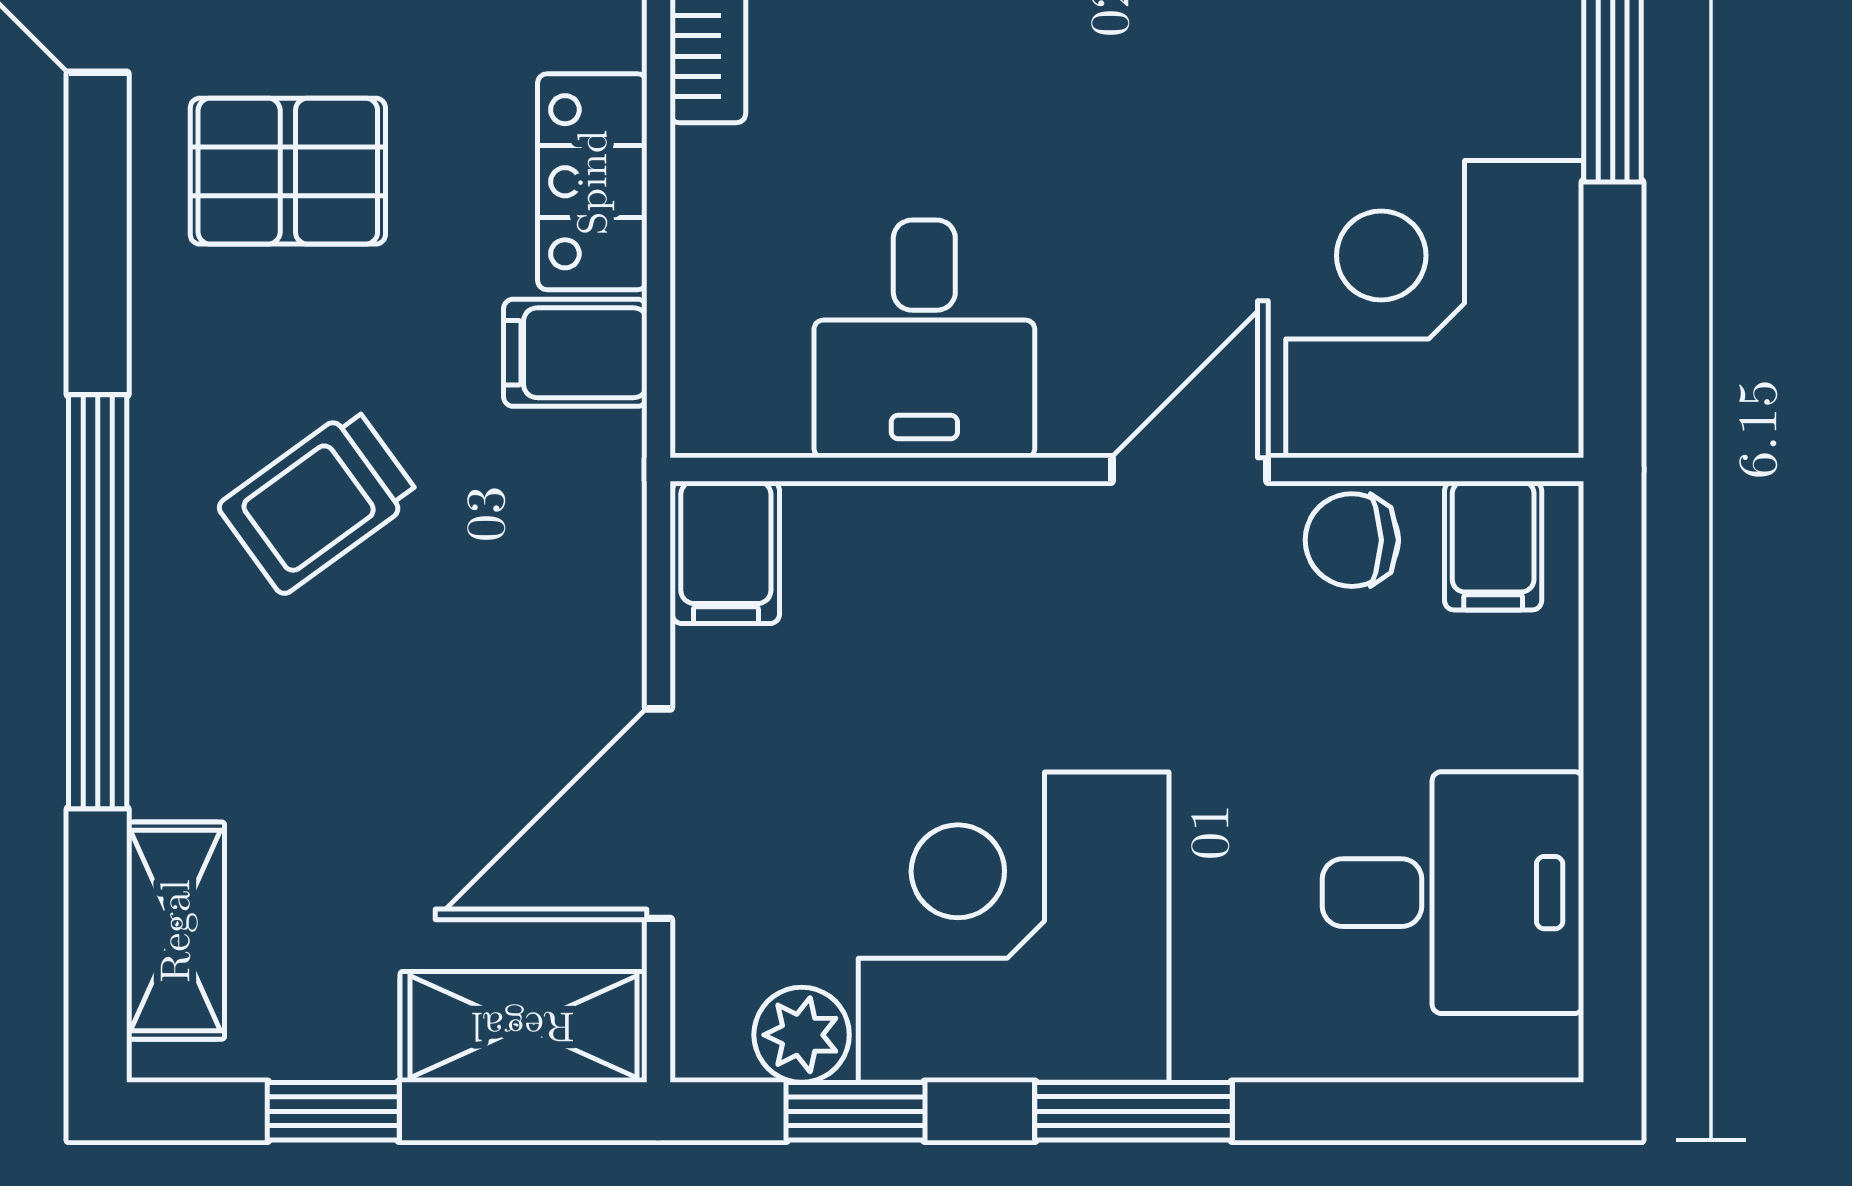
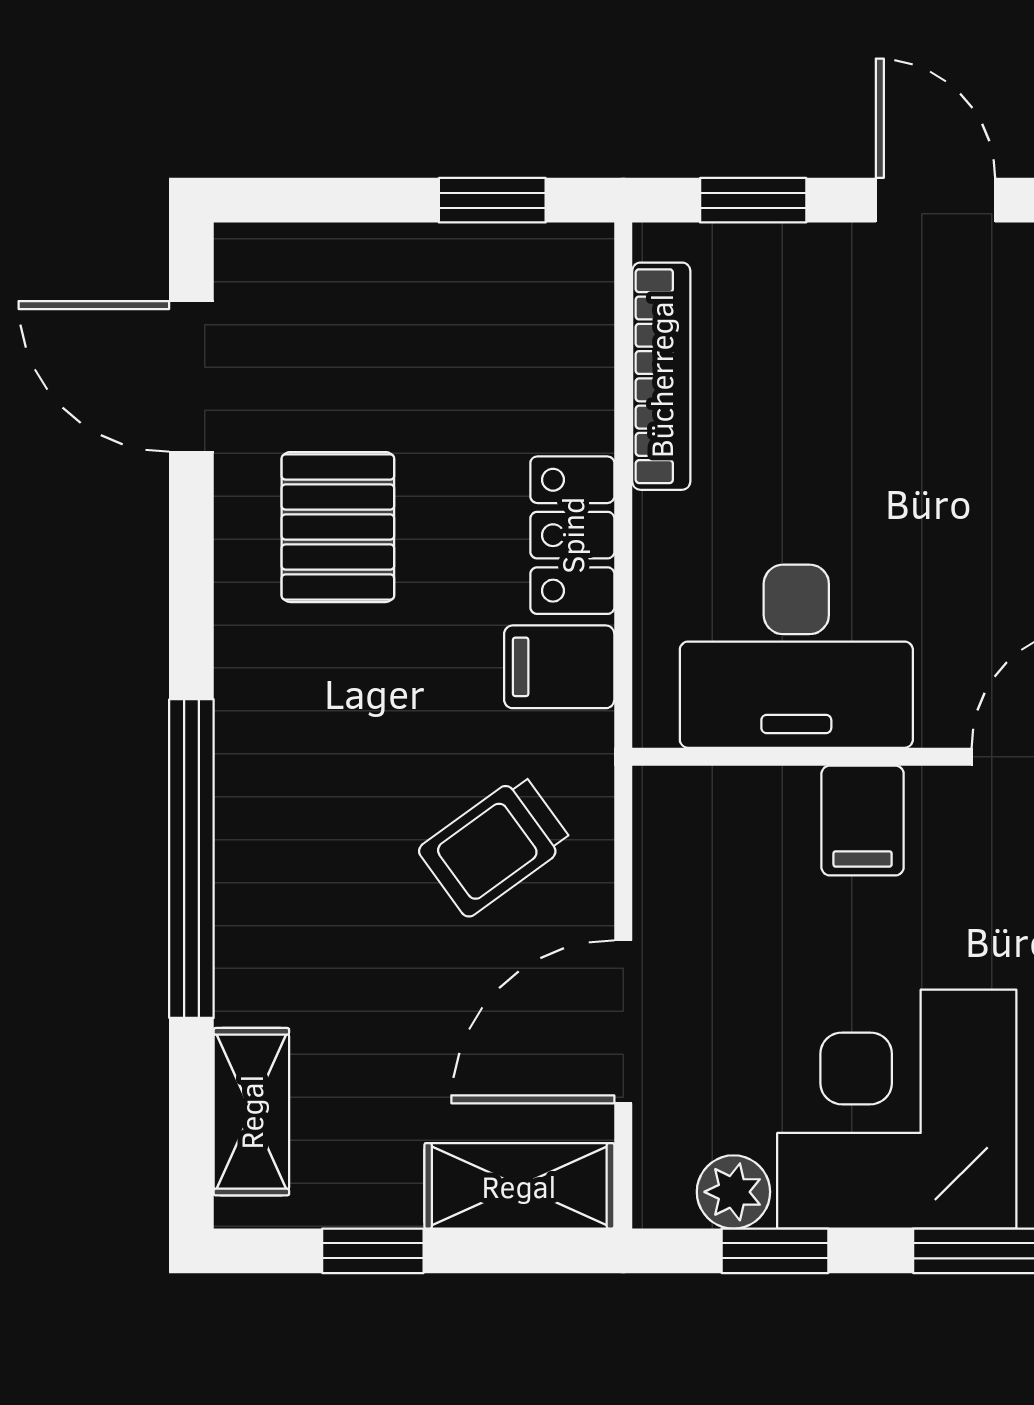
pallet: (288, 171) -> (338, 527), turned 90
desk: (924, 339) -> (796, 656), width x1.37
trolley: (318, 501) -> (495, 846), moved
filing cabinet: (726, 552) -> (863, 821), moved

